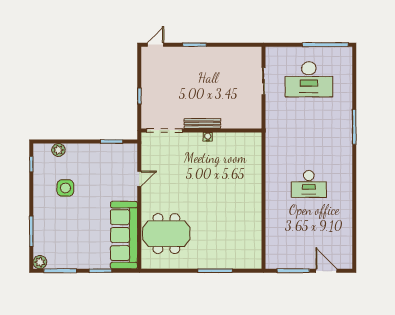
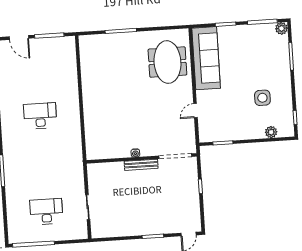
desk: (309, 79) -> (46, 212), width x0.73, depth x0.77
meeting table: (166, 234) -> (167, 62), turned 90

